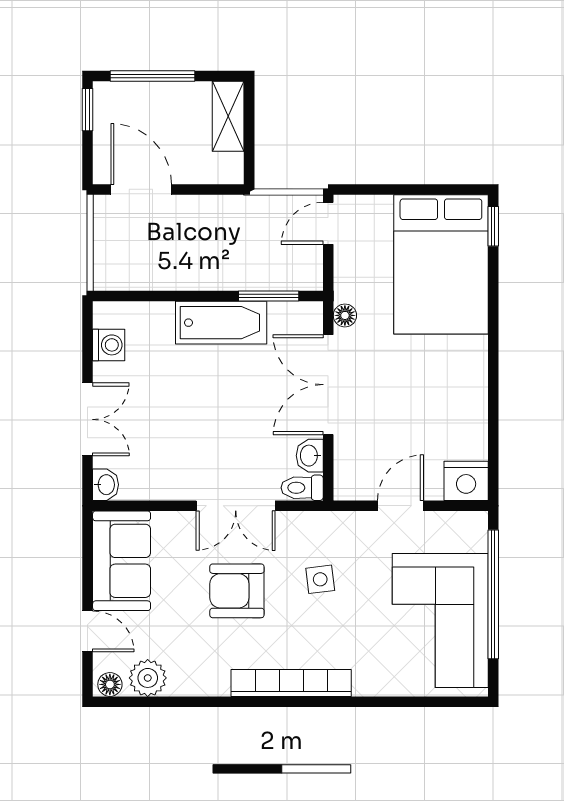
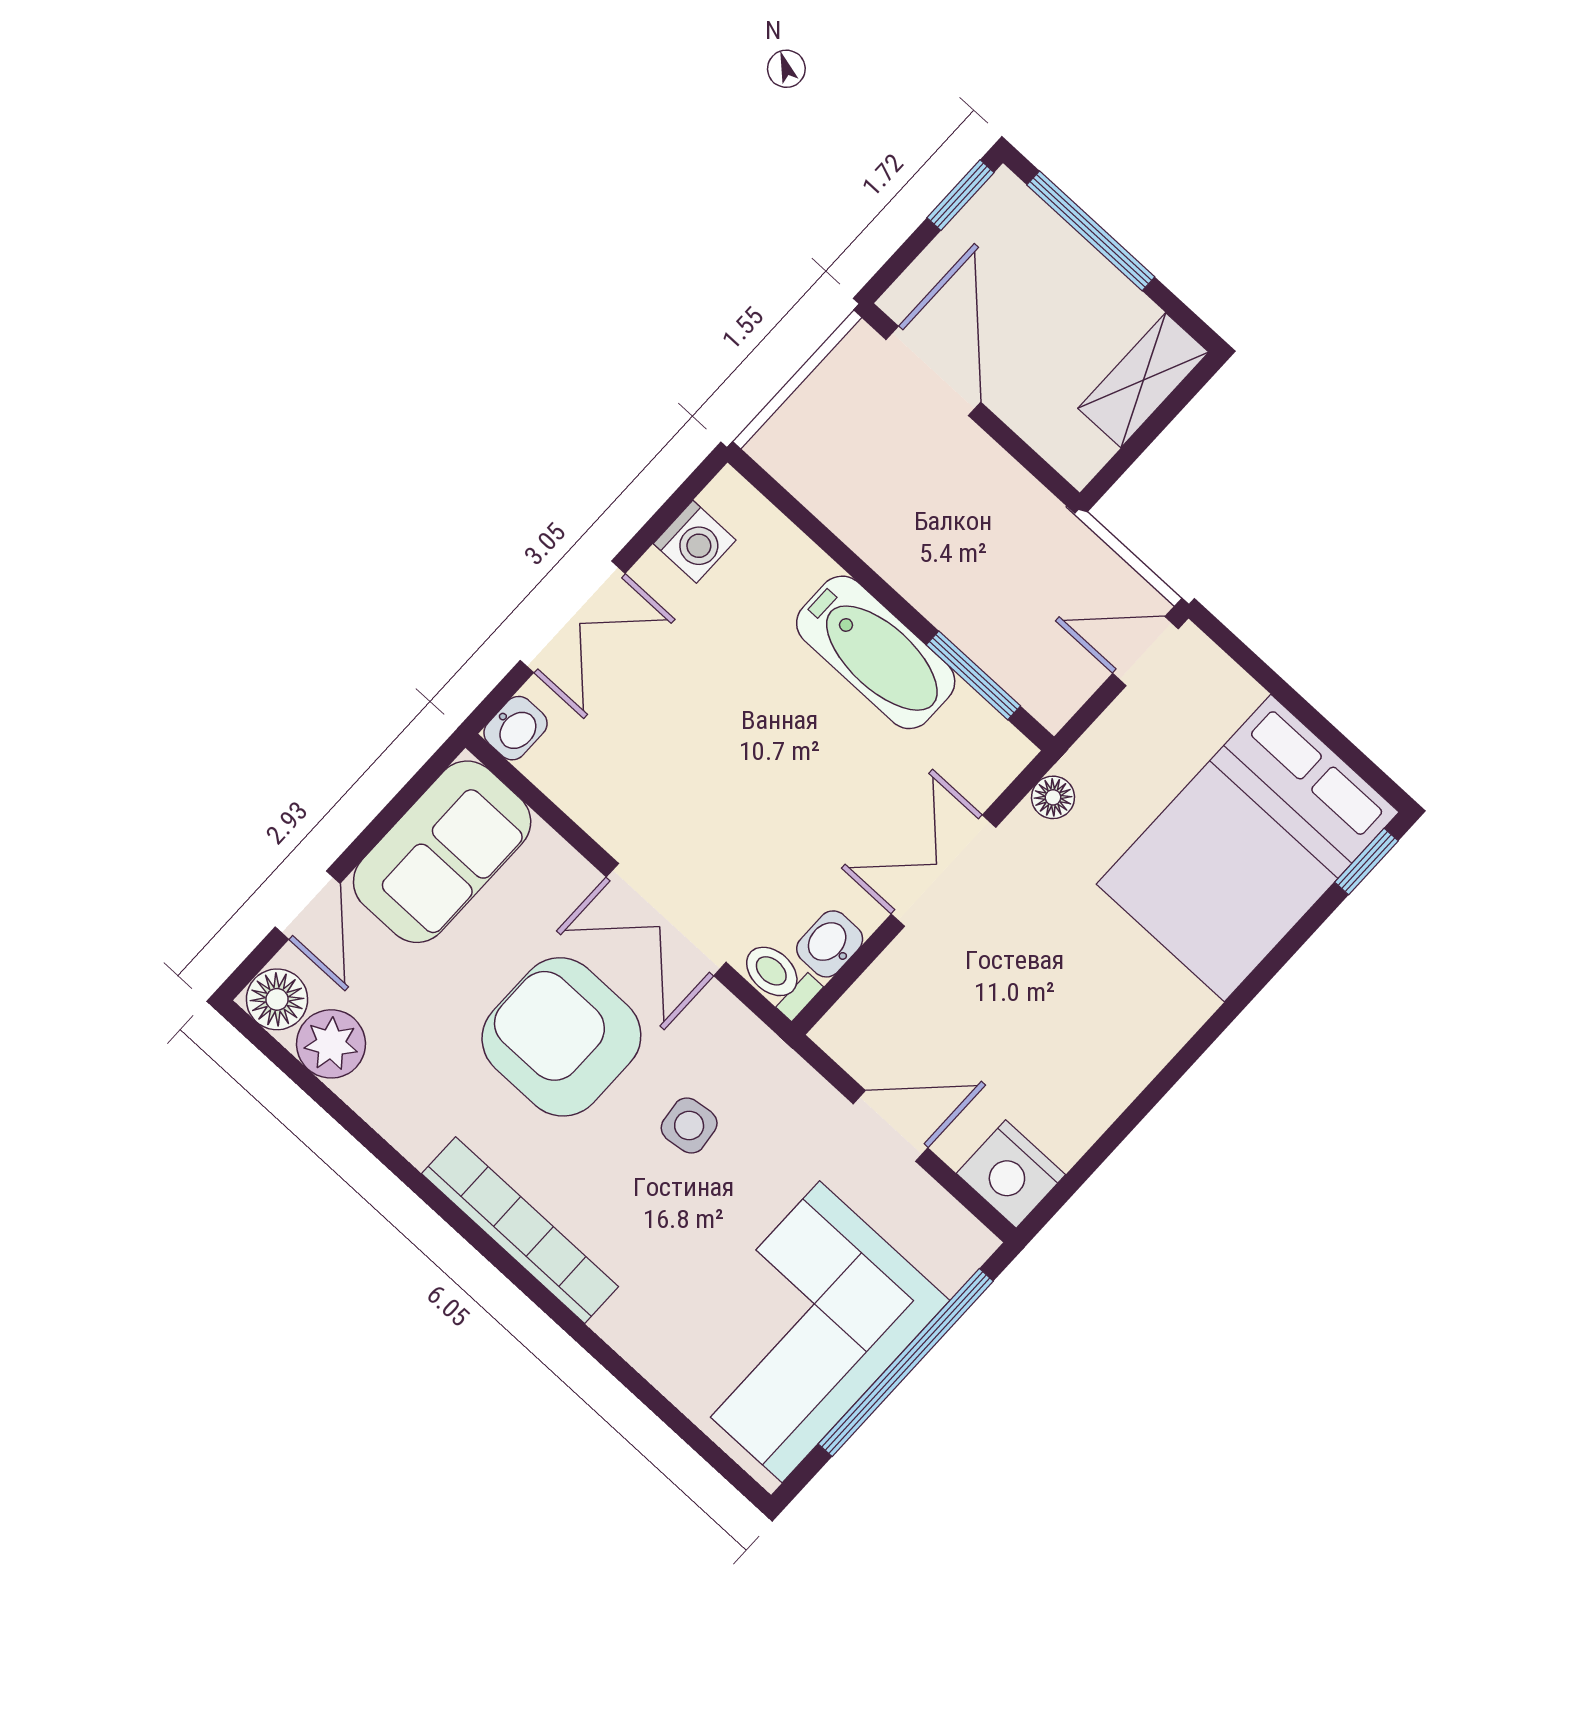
double door: (328, 385) -> (944, 871), width x0.73
armchair: (237, 591) -> (561, 1037), width x1.36, depth x1.36
floor lamp: (110, 684) -> (277, 999), width x1.37, depth x1.37

